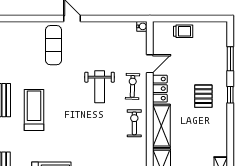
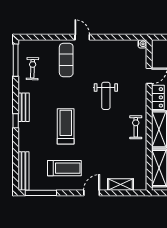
exercise bike: (133, 86) -> (32, 69), moved
treadmill: (34, 110) -> (66, 126), moved

